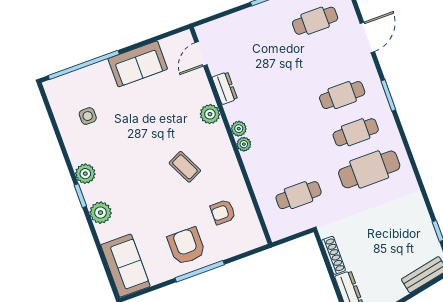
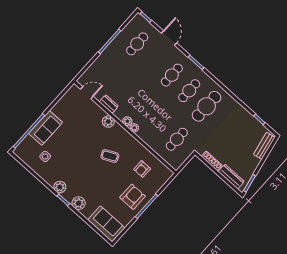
door: (201, 54) -> (87, 93), swing flipped
sofa: (138, 64) -> (46, 128), moved
armchair: (186, 246) -> (133, 197), turned 90

